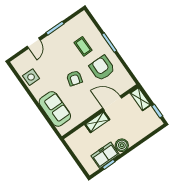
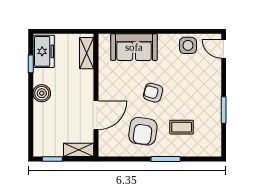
door: (34, 43) -> (224, 49), moved
armchair: (102, 68) -> (143, 131), turned 98
shelving: (97, 122) -> (87, 53), moved
freezer: (105, 155) -> (44, 51), moved

